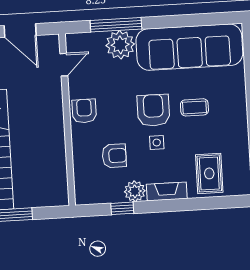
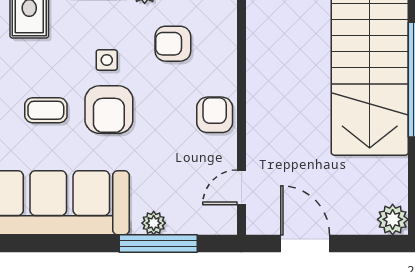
plant: (120, 45) -> (154, 223), width x0.53, depth x0.53
armchair: (84, 111) -> (215, 115), turned 180

